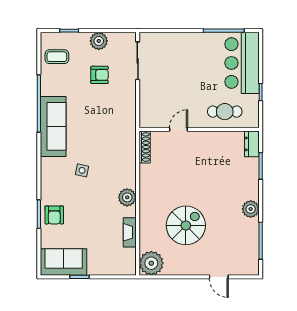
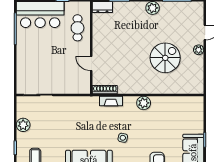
armchair: (100, 75) -> (49, 124), removed
spiral stairs: (186, 225) -> (165, 58), turned 90
fireplace: (130, 232) -> (111, 101), moved
plant: (151, 263) -> (199, 50), moved, width x0.53, depth x0.53

